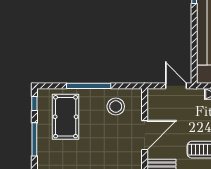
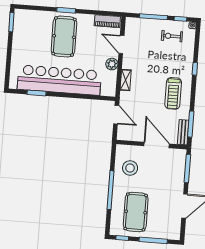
door: (176, 86) -> (116, 115), swing flipped
pool table: (66, 117) -> (136, 212), turned 90

